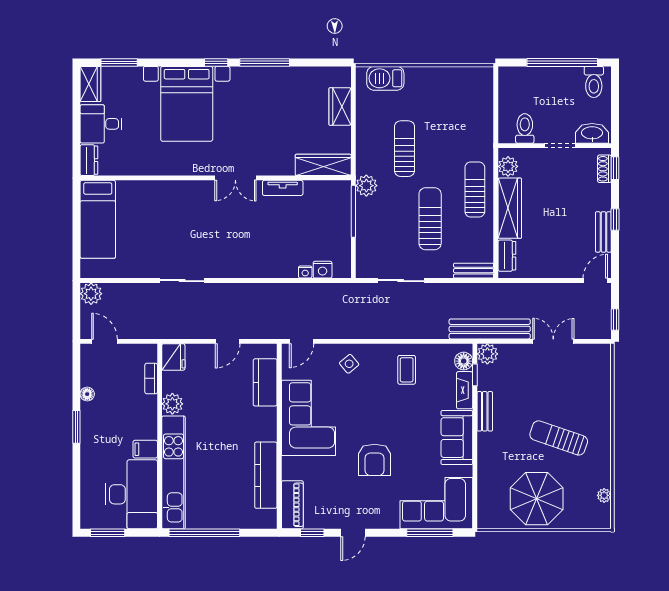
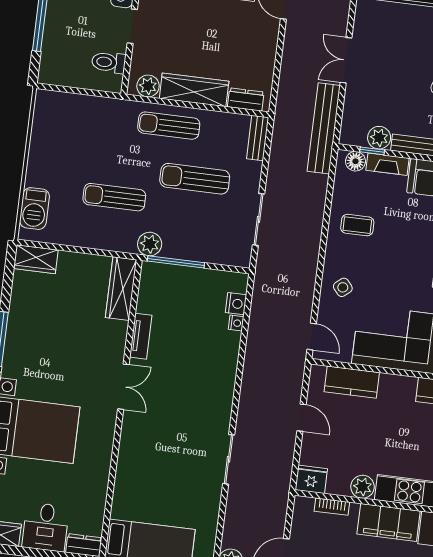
wardrobe: (340, 106) -> (36, 259), moved
plant: (487, 354) -> (379, 138), moved
filing cabinet: (145, 449) -> (389, 522), width x3.00, depth x1.17

